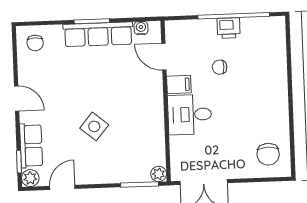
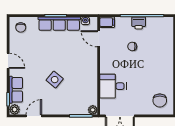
filing cabinet: (179, 85) -> (107, 22), moved
desk: (190, 115) -> (113, 86), moved

